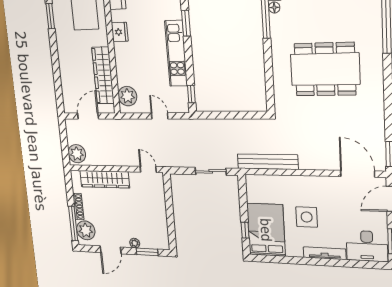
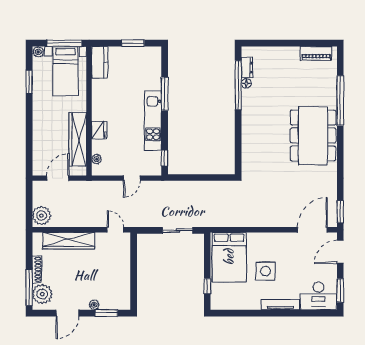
window: (186, 23) -> (165, 94), width x1.44
fridge: (120, 32) -> (99, 130), moved
dining table: (325, 69) -> (313, 136), moved, turned 90
plant: (127, 96) -> (97, 159), width x0.53, depth x0.53
door: (160, 116) -> (132, 178), swing flipped
bench: (268, 162) -> (232, 220), removed
door: (358, 174) -> (312, 230), hinge flipped
bed: (266, 230) -> (229, 257), moved, turned 180

